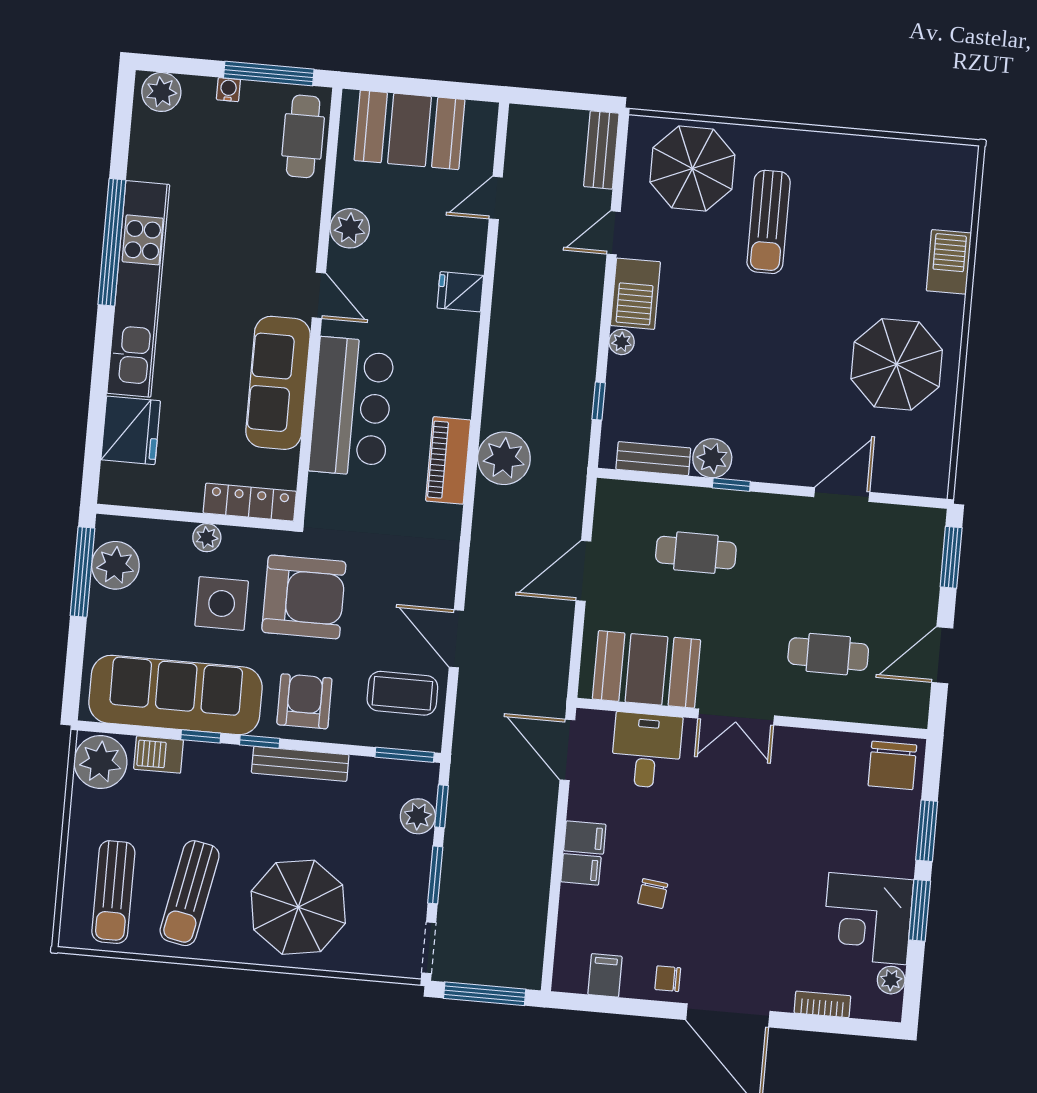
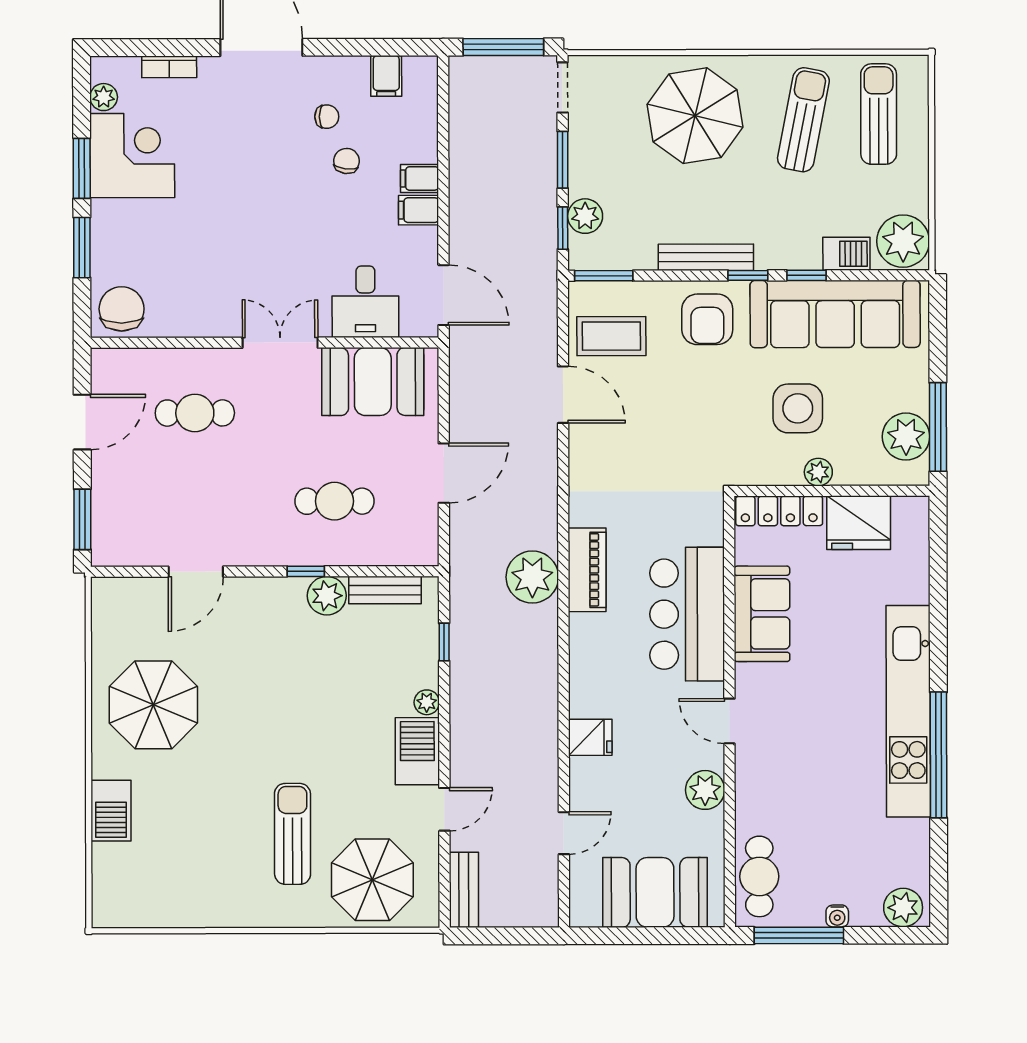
sofa: (278, 383) -> (762, 614), width x0.73
fridge: (131, 430) -> (859, 523), moved, turned -90
armchair: (304, 597) -> (717, 422), removed
chair: (668, 979) -> (327, 117), moved

